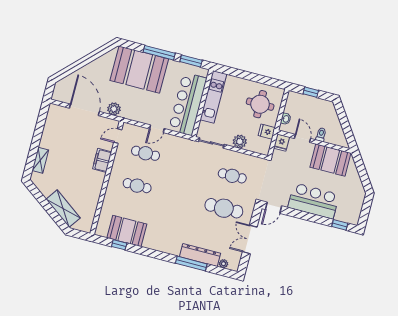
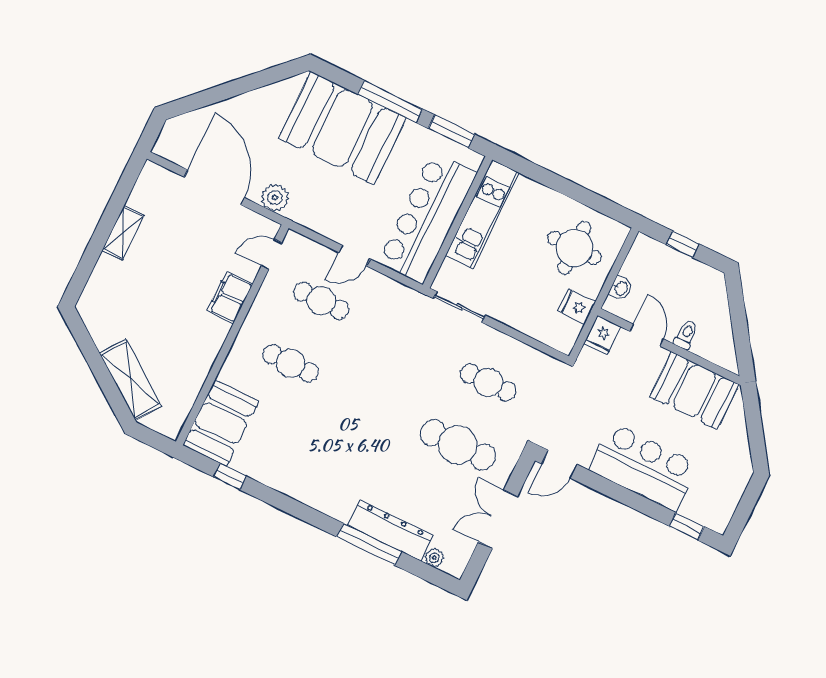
plant: (240, 141) -> (518, 316), removed
shelving: (40, 160) -> (123, 233), moved
booth: (127, 231) -> (221, 423), moved, turned 90

